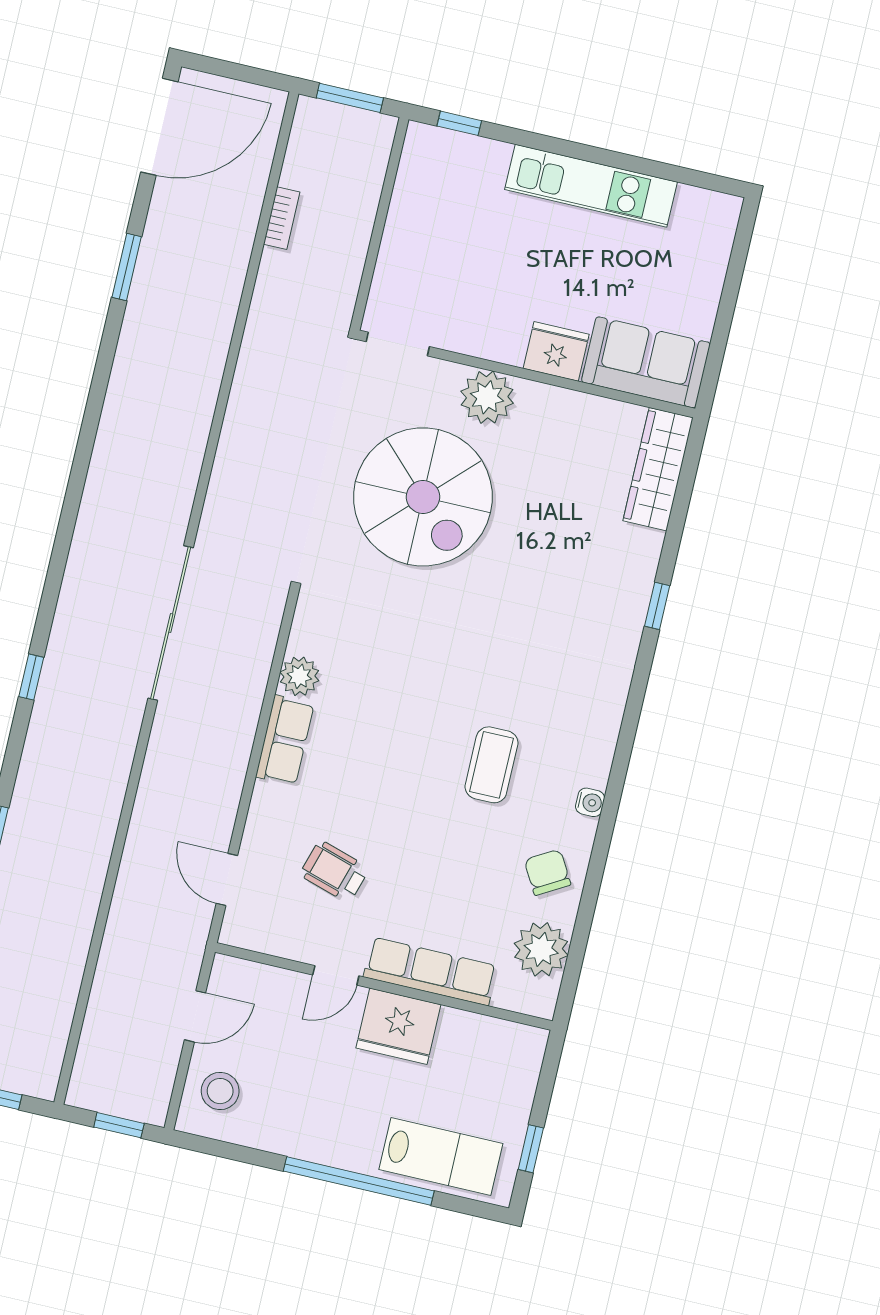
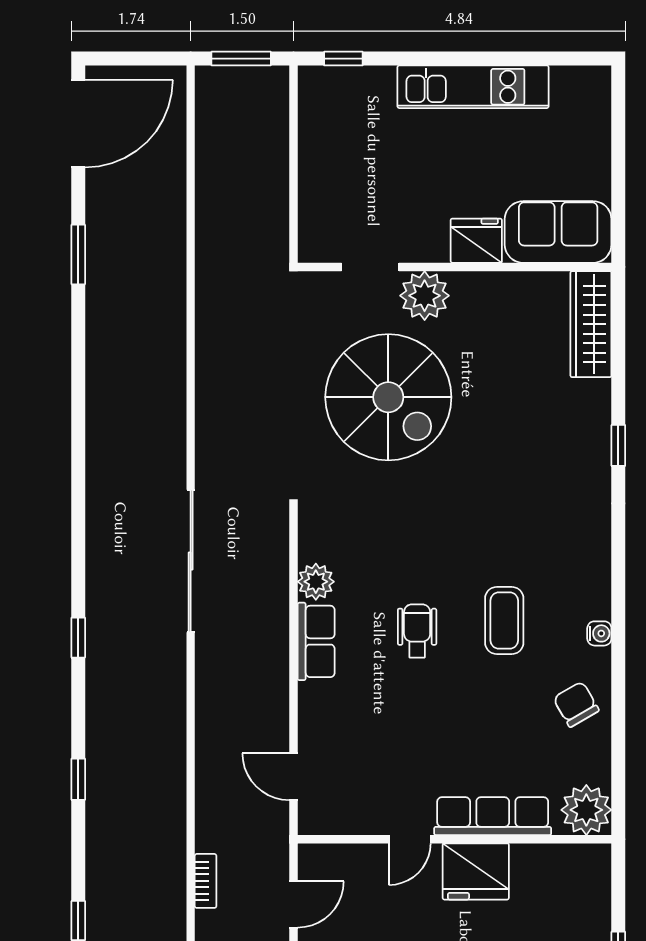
bookcase: (282, 218) -> (206, 881), moved
doorway: (398, 344) -> (370, 267), moved
wheelchair: (334, 871) -> (417, 631), moved, turned 73
plant: (541, 949) -> (586, 810), moved

